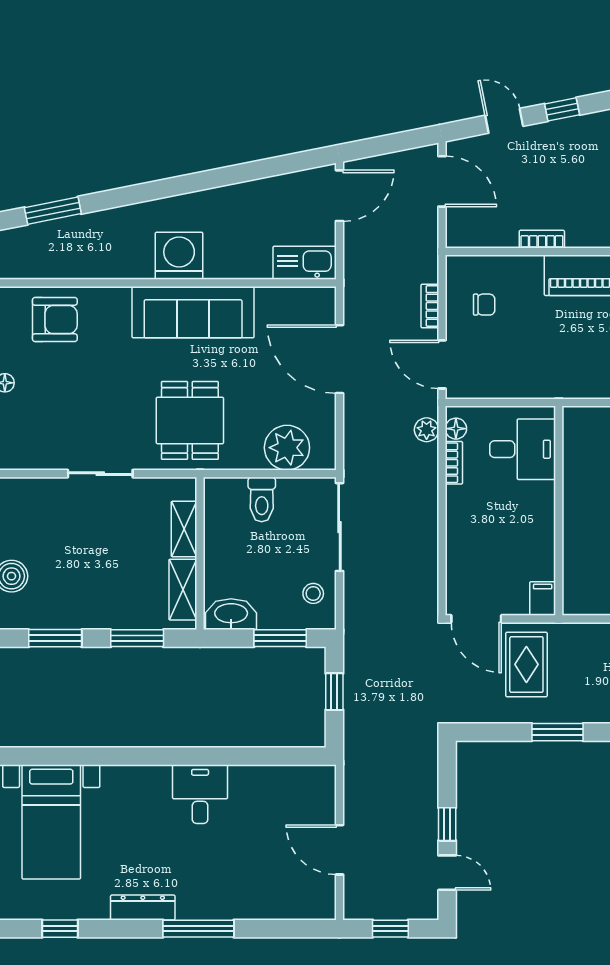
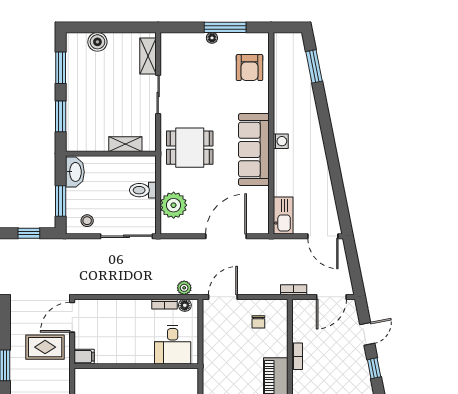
washing machine: (179, 256) -> (281, 141), width x0.53, depth x0.53
bookcase: (430, 306) -> (294, 290), moved
shelving: (183, 590) -> (148, 56), moved, turned 90

